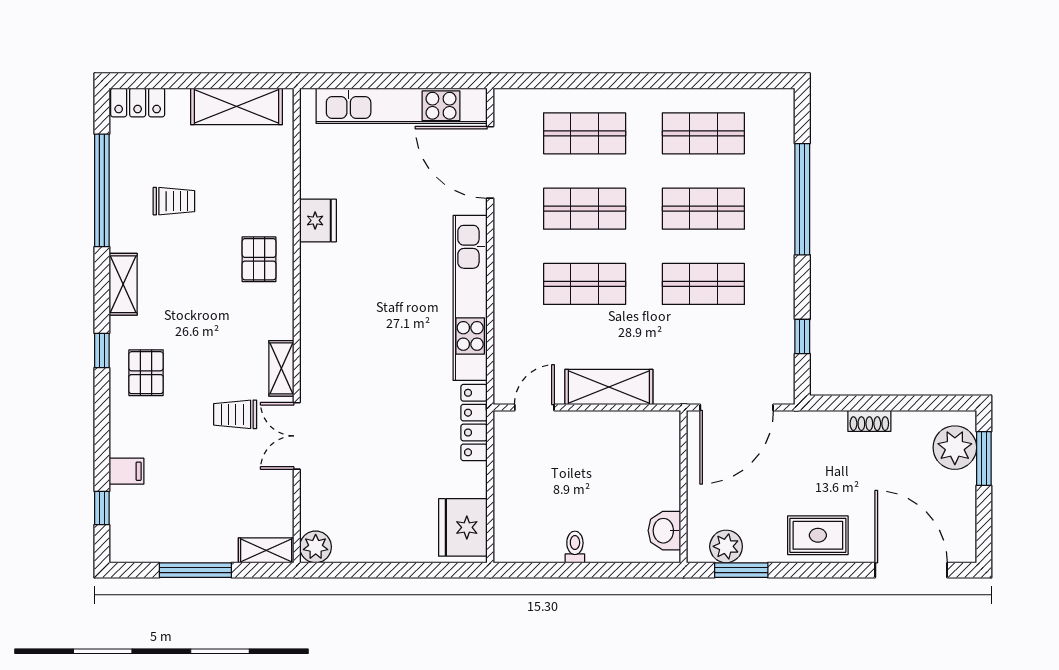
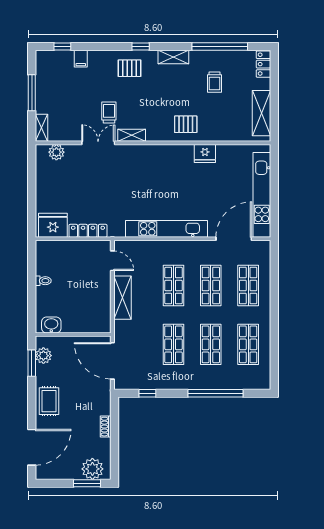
locker: (474, 423) -> (88, 231), moved
plant: (316, 547) -> (56, 152), moved

